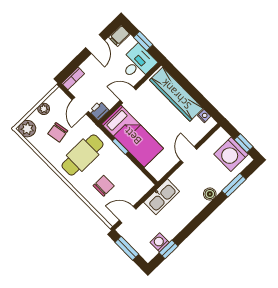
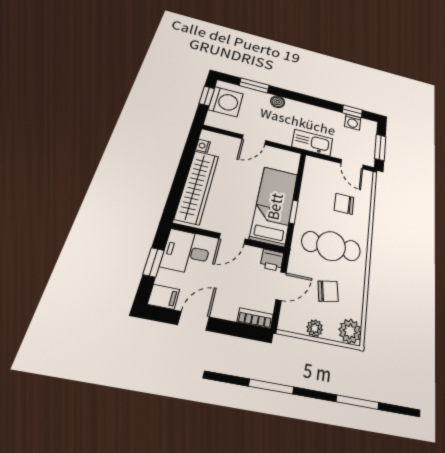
door: (128, 95) -> (232, 239), hinge flipped

